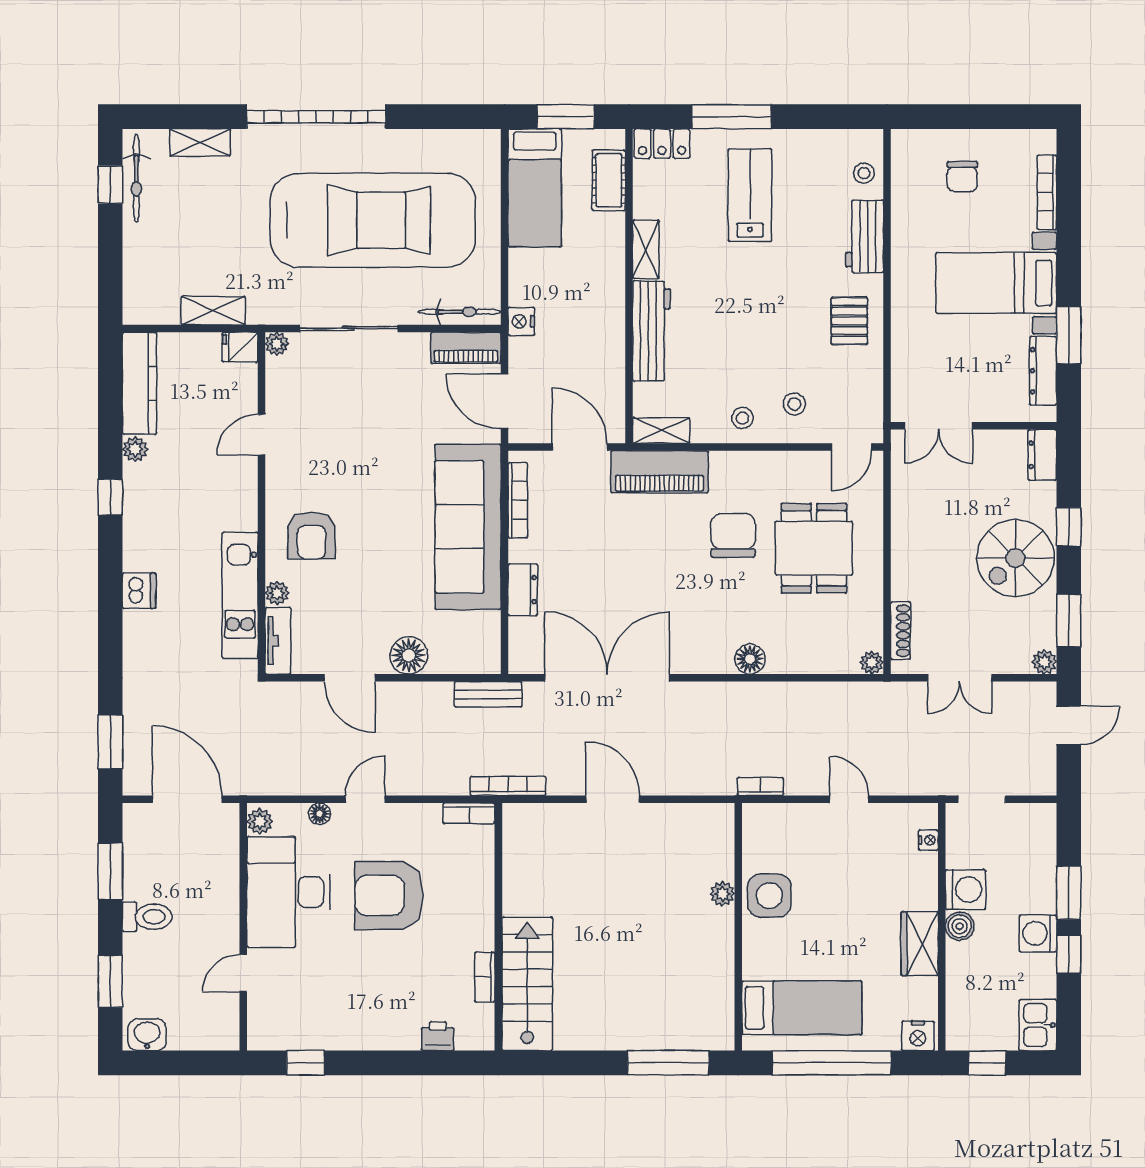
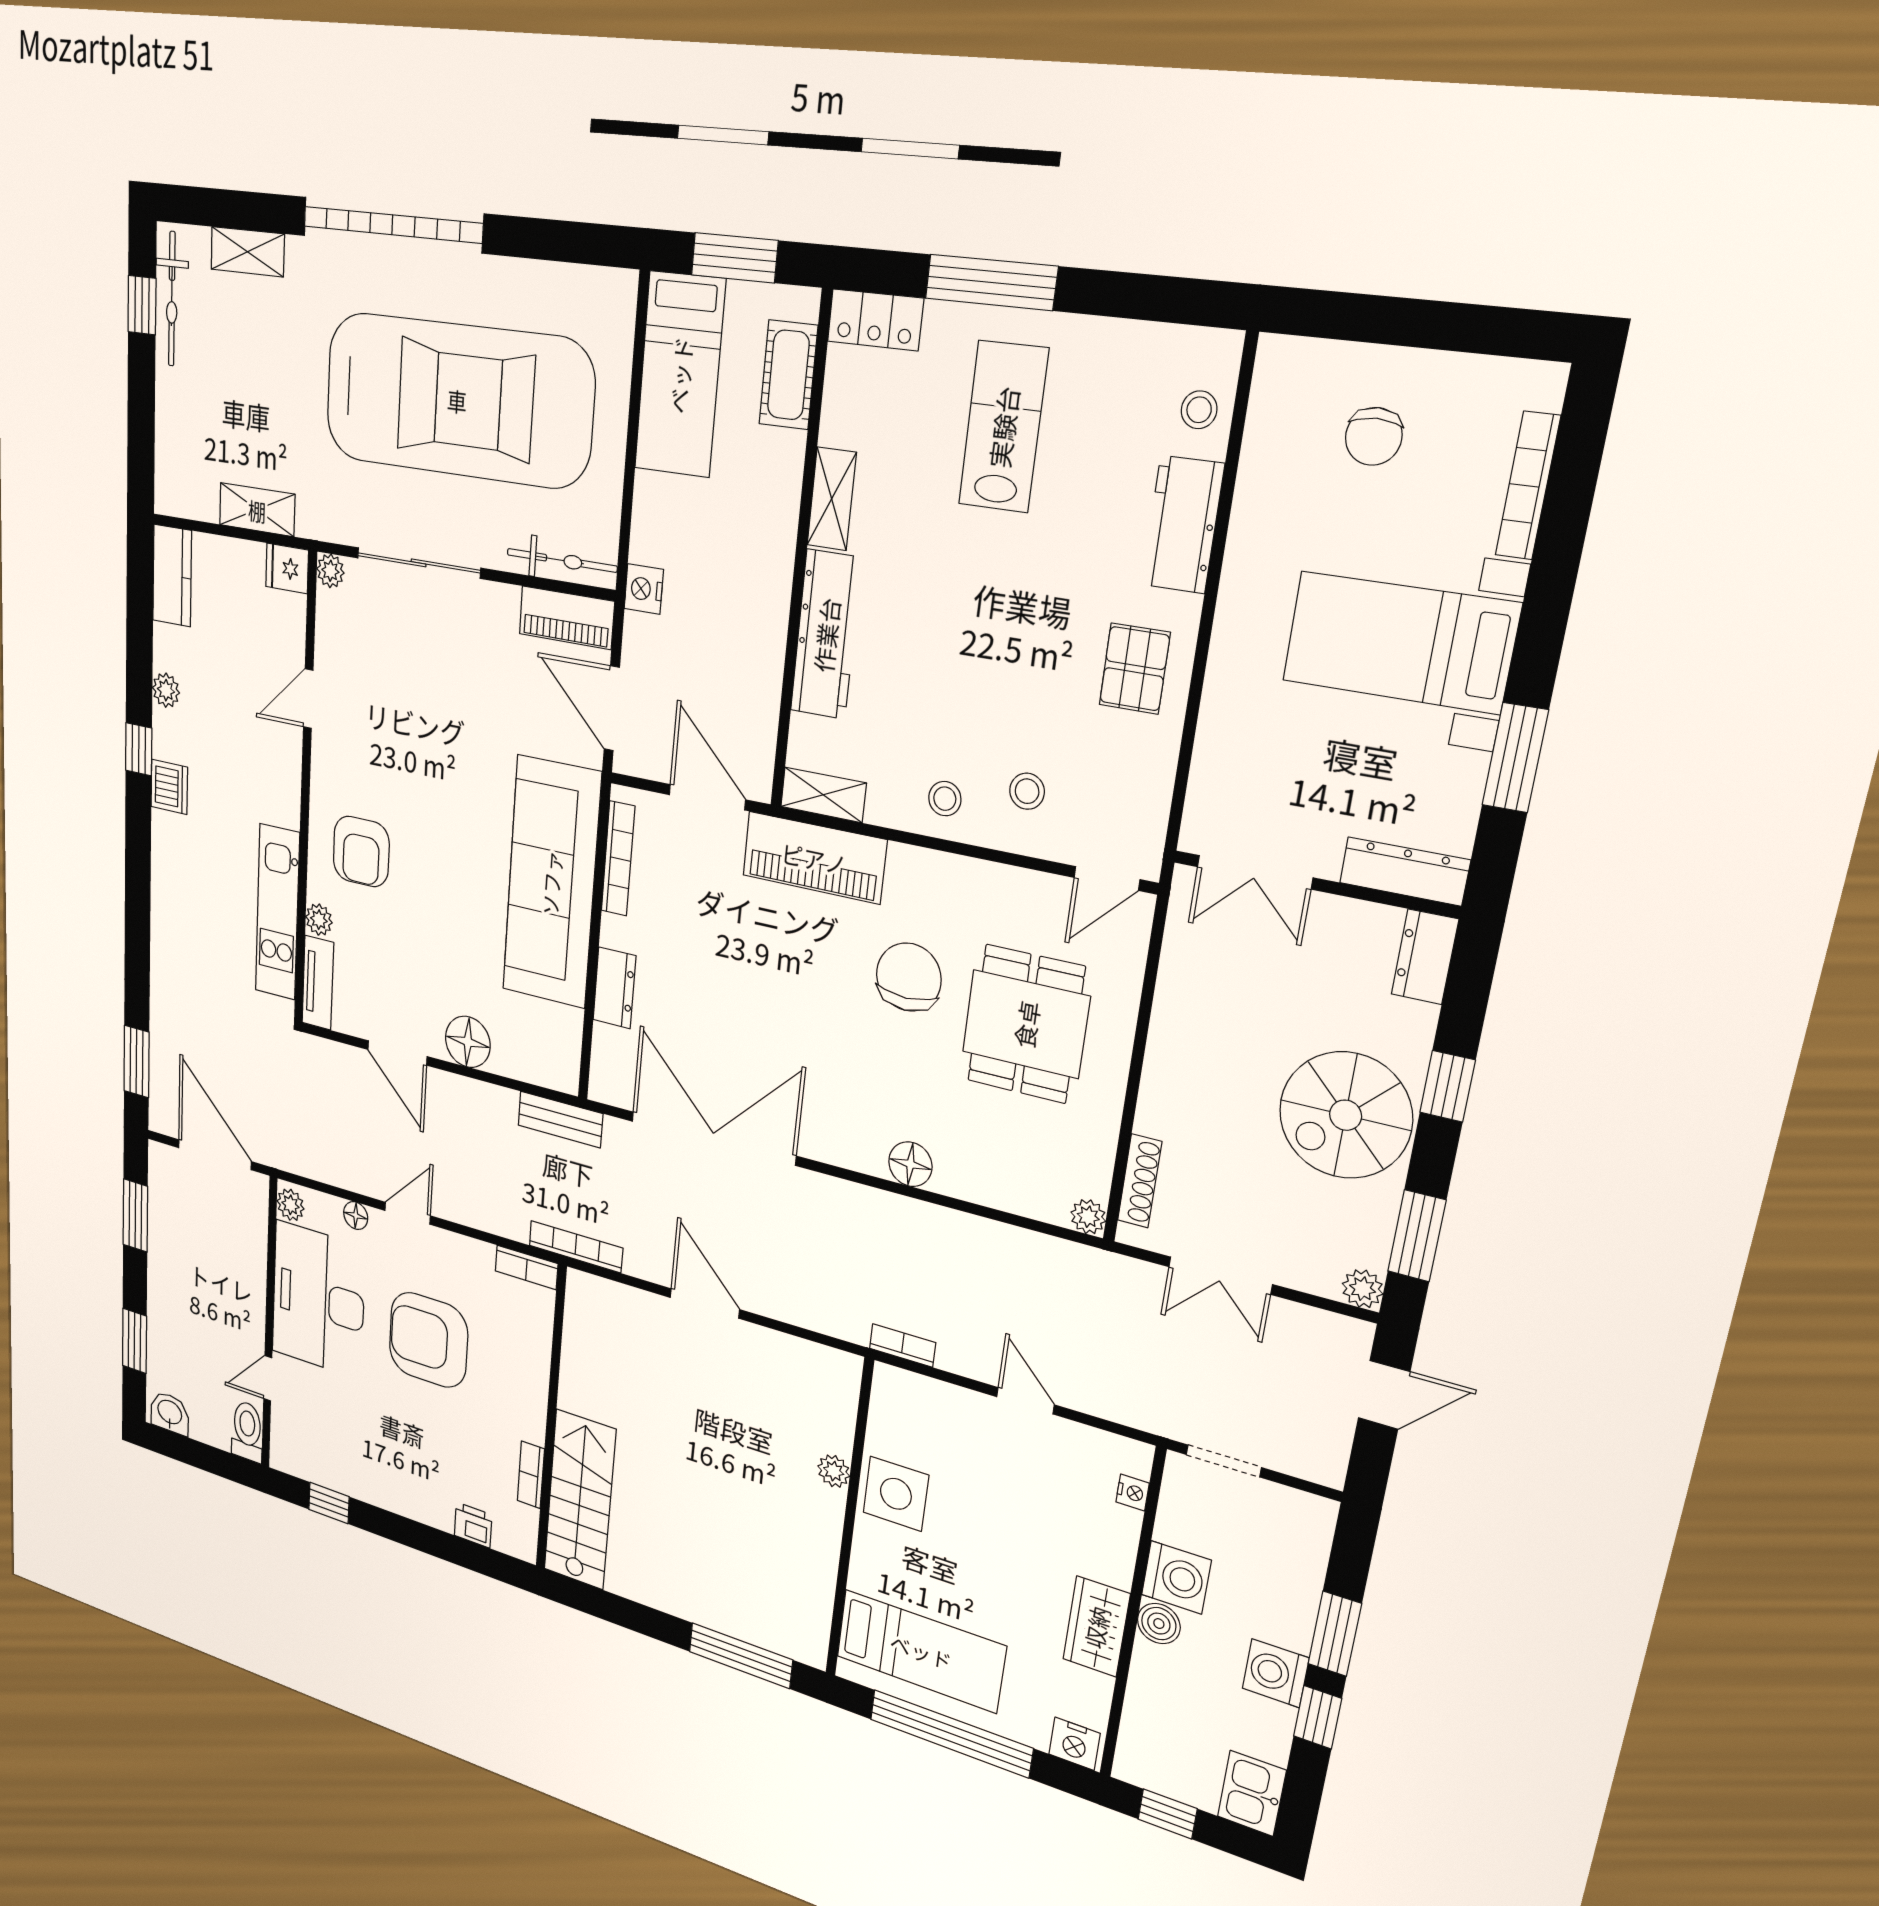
dresser: (1043, 371) -> (1405, 871), moved, turned 90
kitchen counter: (139, 383) -> (172, 576), width x0.67
dishwasher: (139, 591) -> (169, 787), moved
toilet: (147, 917) -> (247, 1431), moved, turned -90

